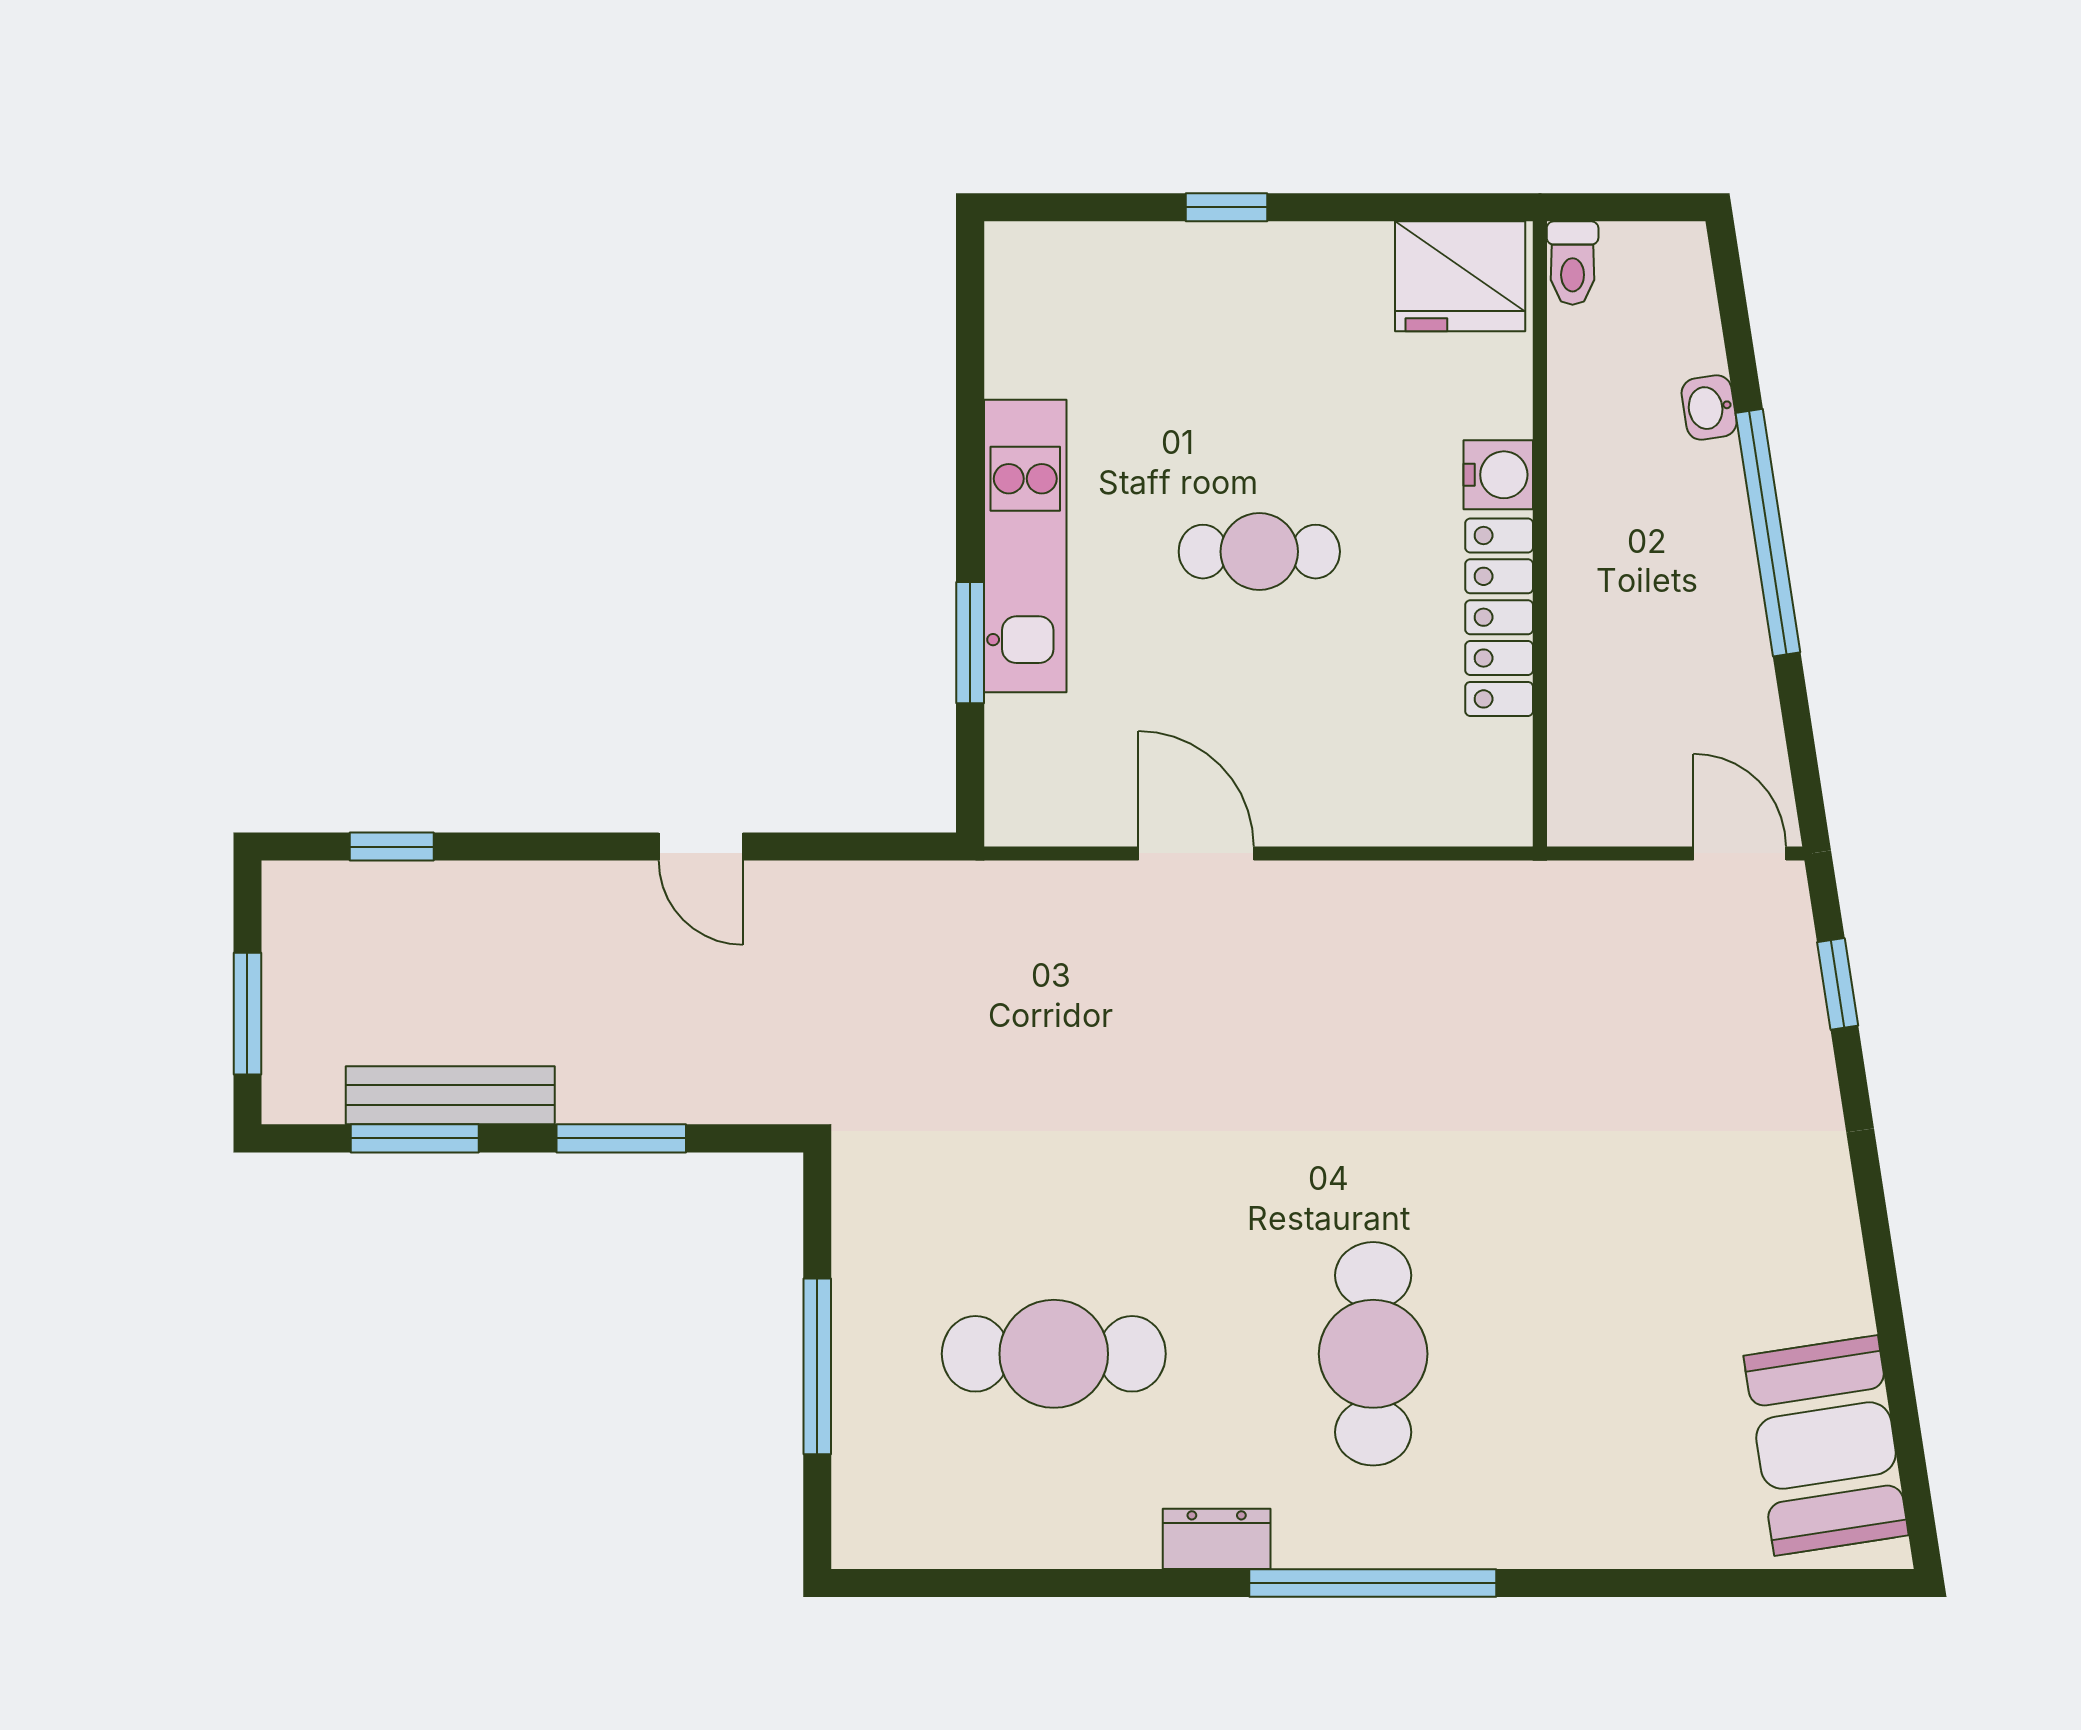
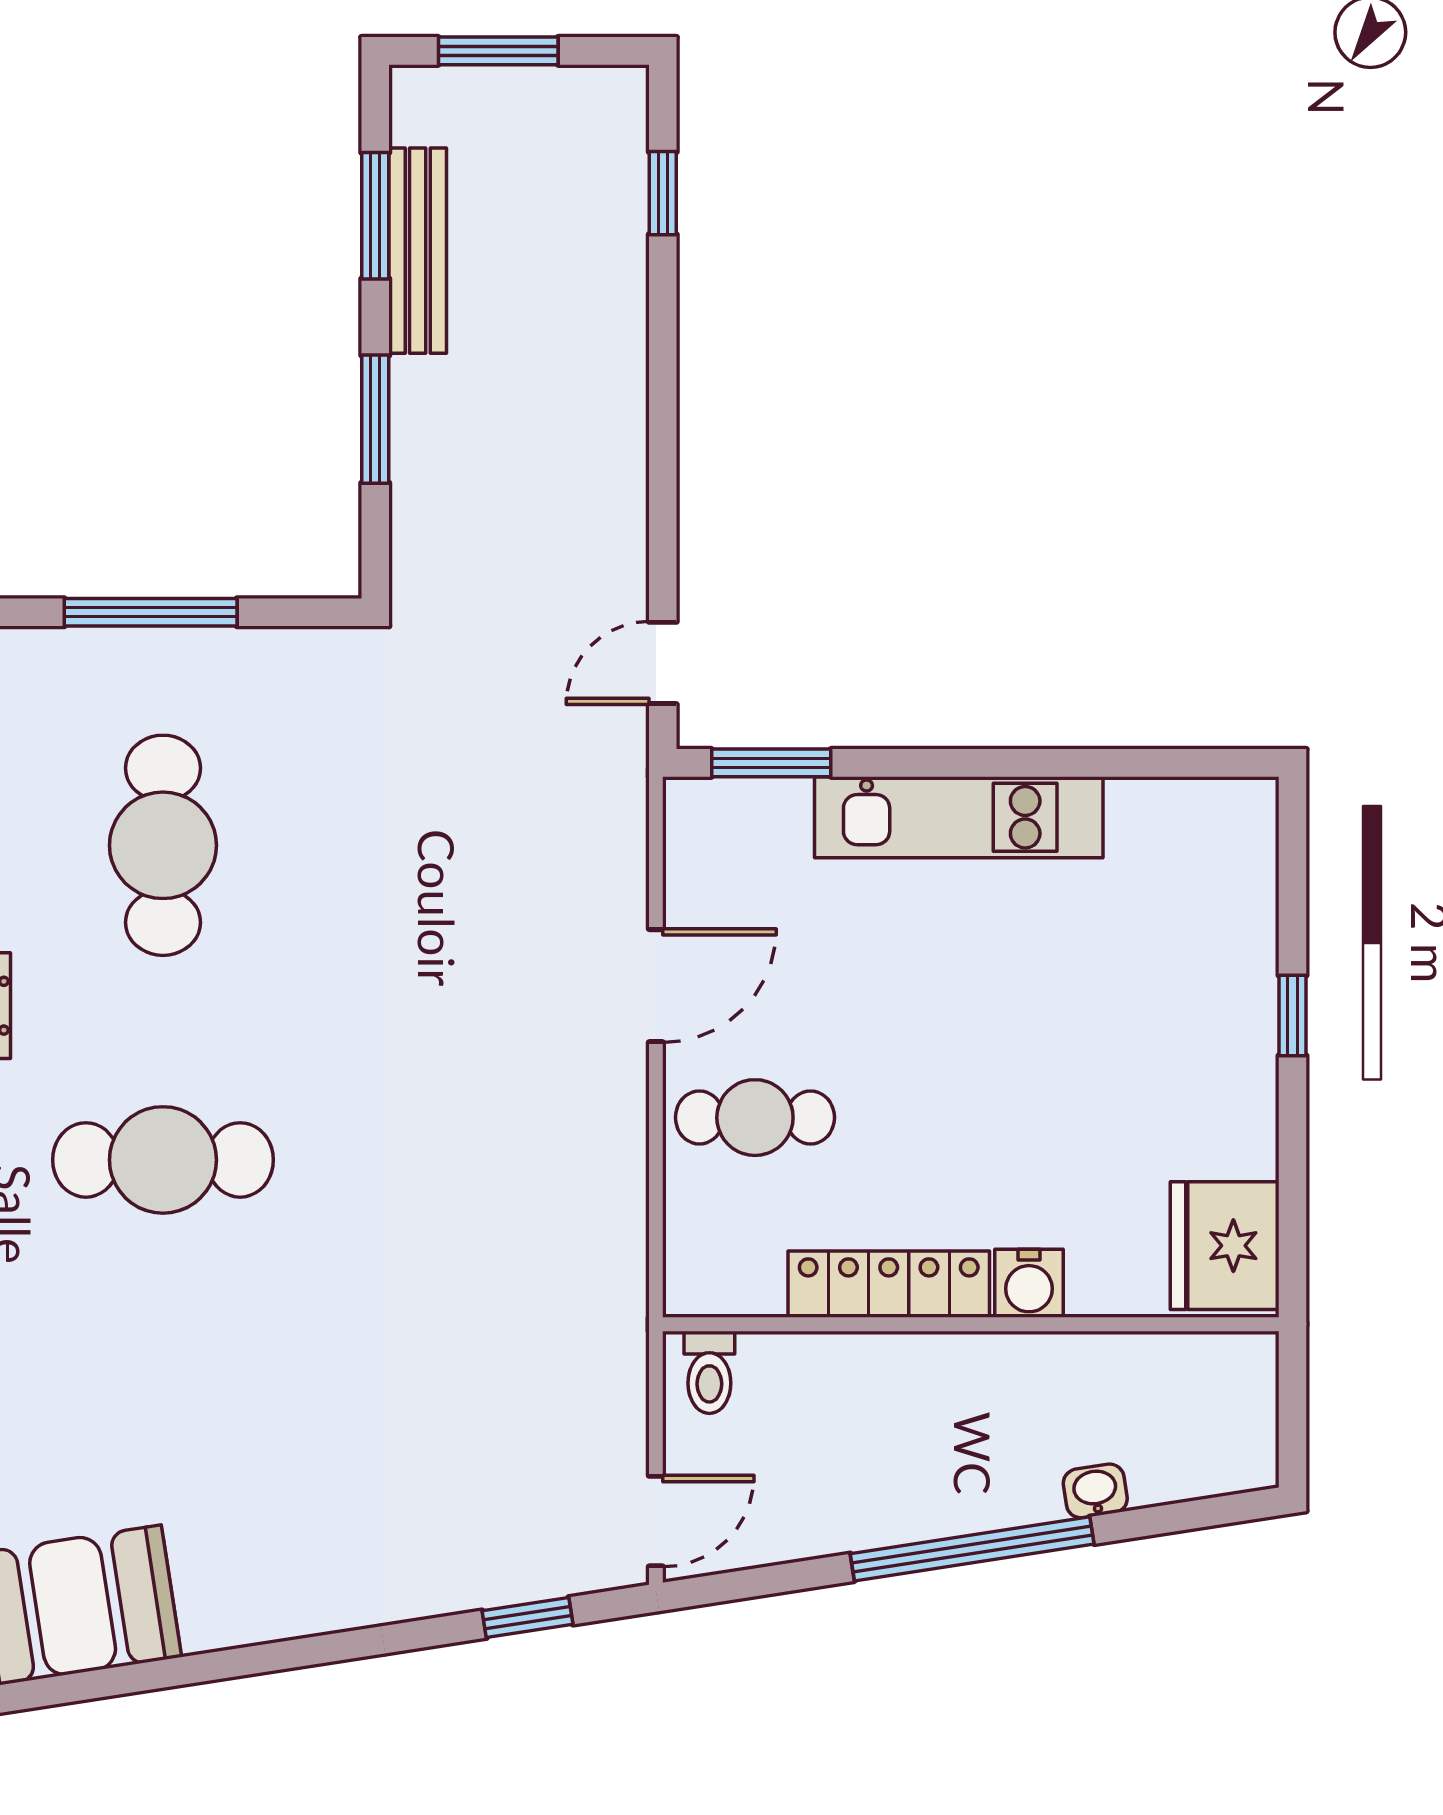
toilet: (1573, 263) -> (709, 1372), moved, turned -90
cafe table: (1259, 552) -> (755, 1118), moved, turned 90
window: (970, 643) -> (771, 763), moved
door: (701, 847) -> (663, 663), moved

